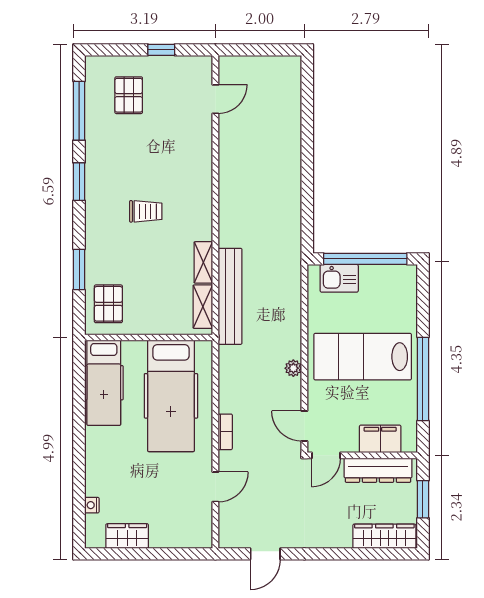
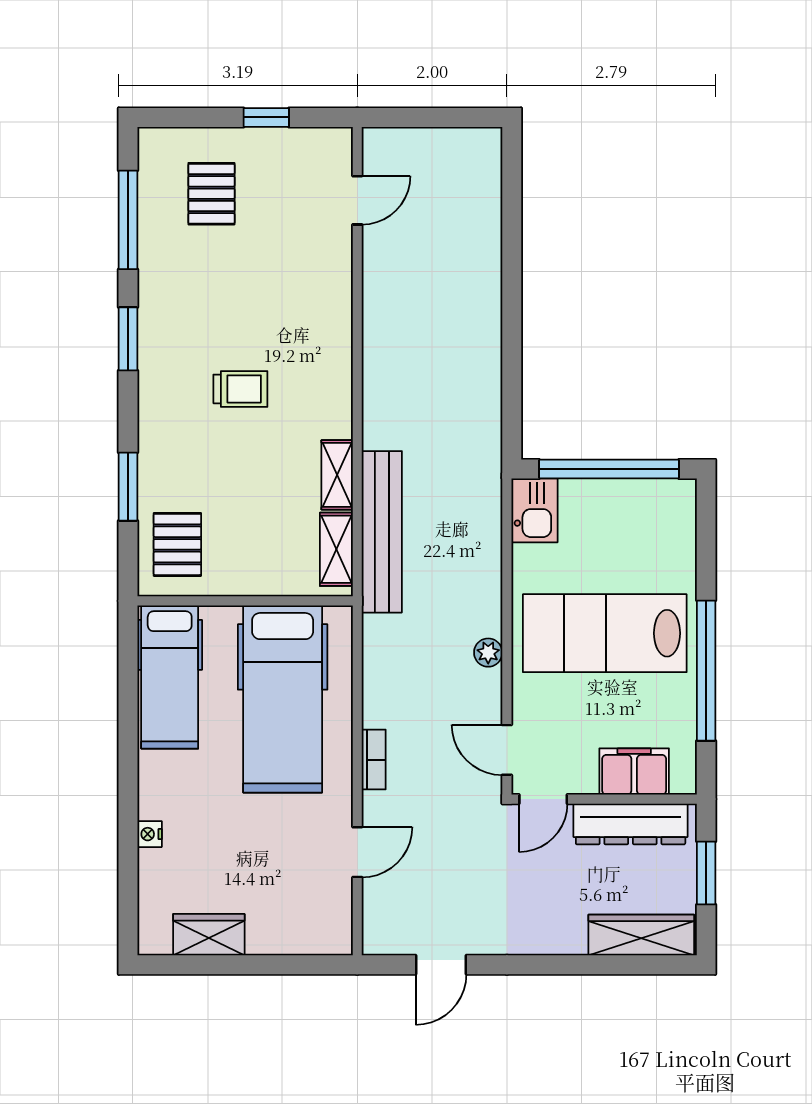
kitchen sink: (339, 278) -> (534, 510), moved, turned -90
nightstand: (92, 505) -> (150, 834), moved

